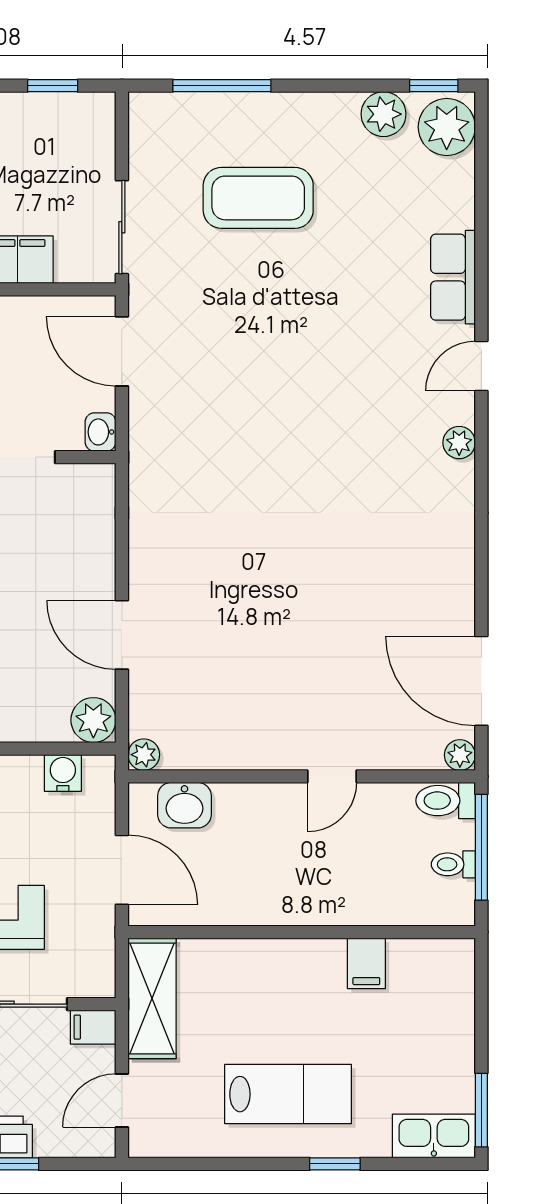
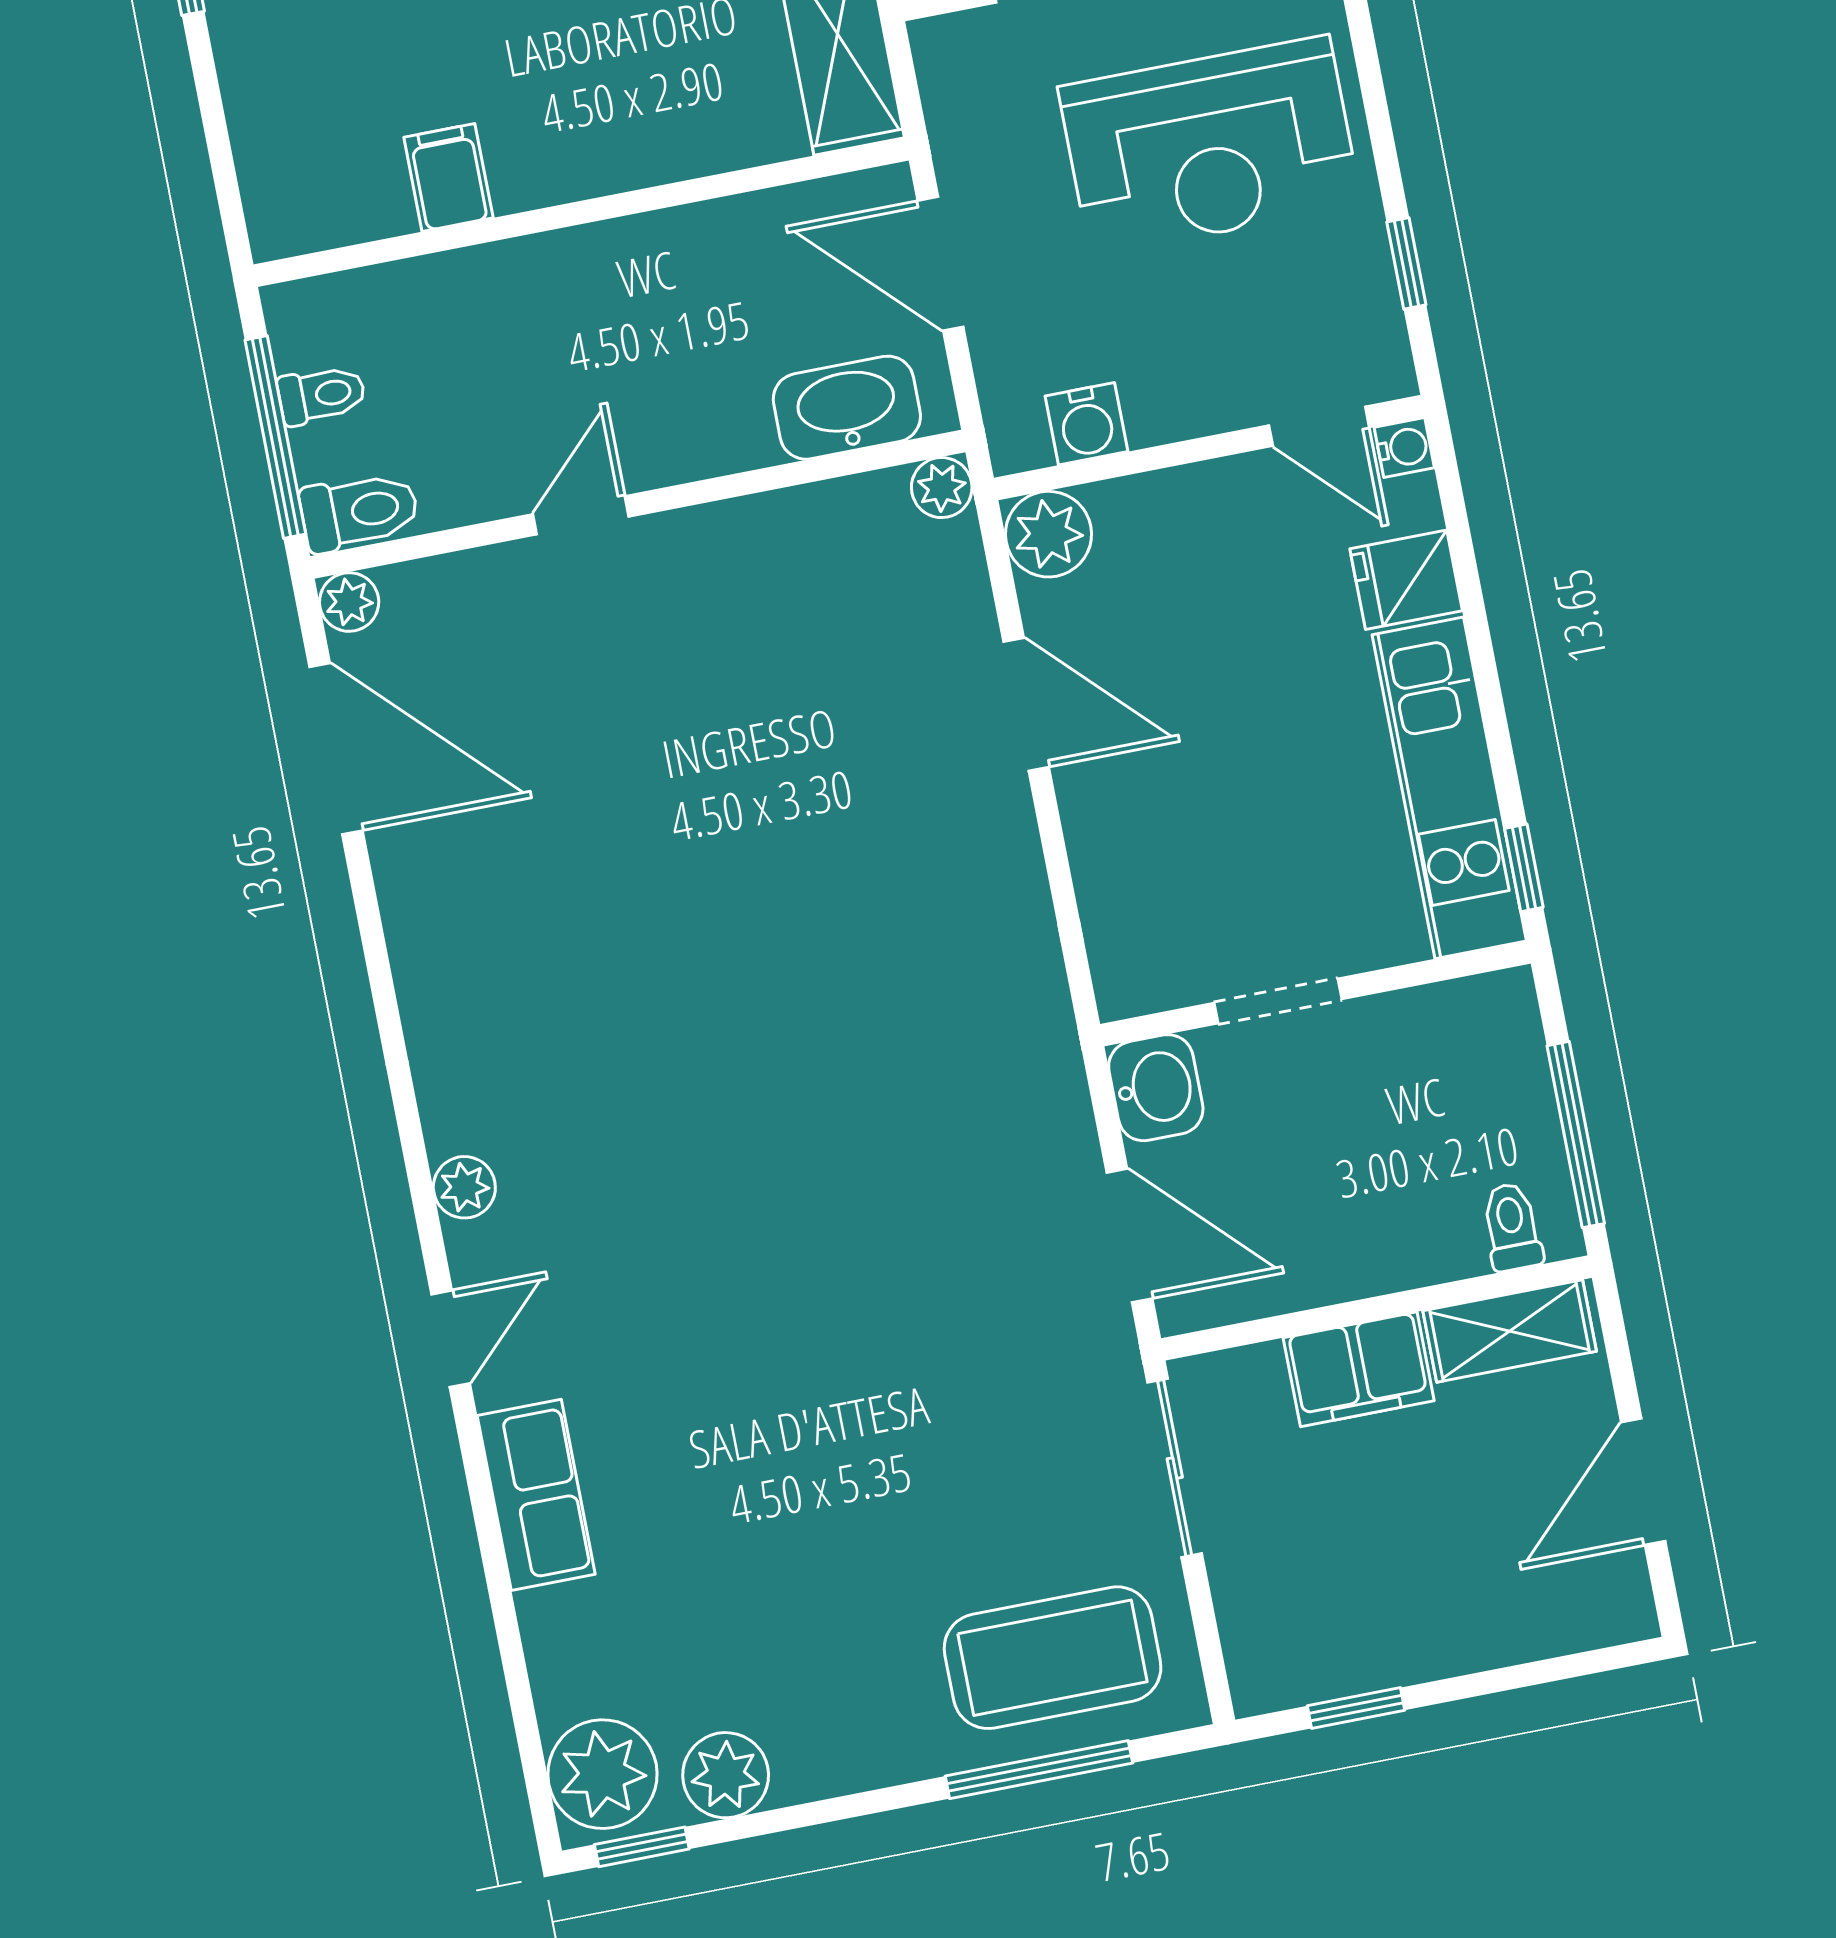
coffee table: (258, 198) -> (1053, 1658), moved
washbasin: (100, 432) -> (1156, 1088), width x1.38, depth x1.45
washbasin: (184, 805) -> (847, 408), width x1.38

